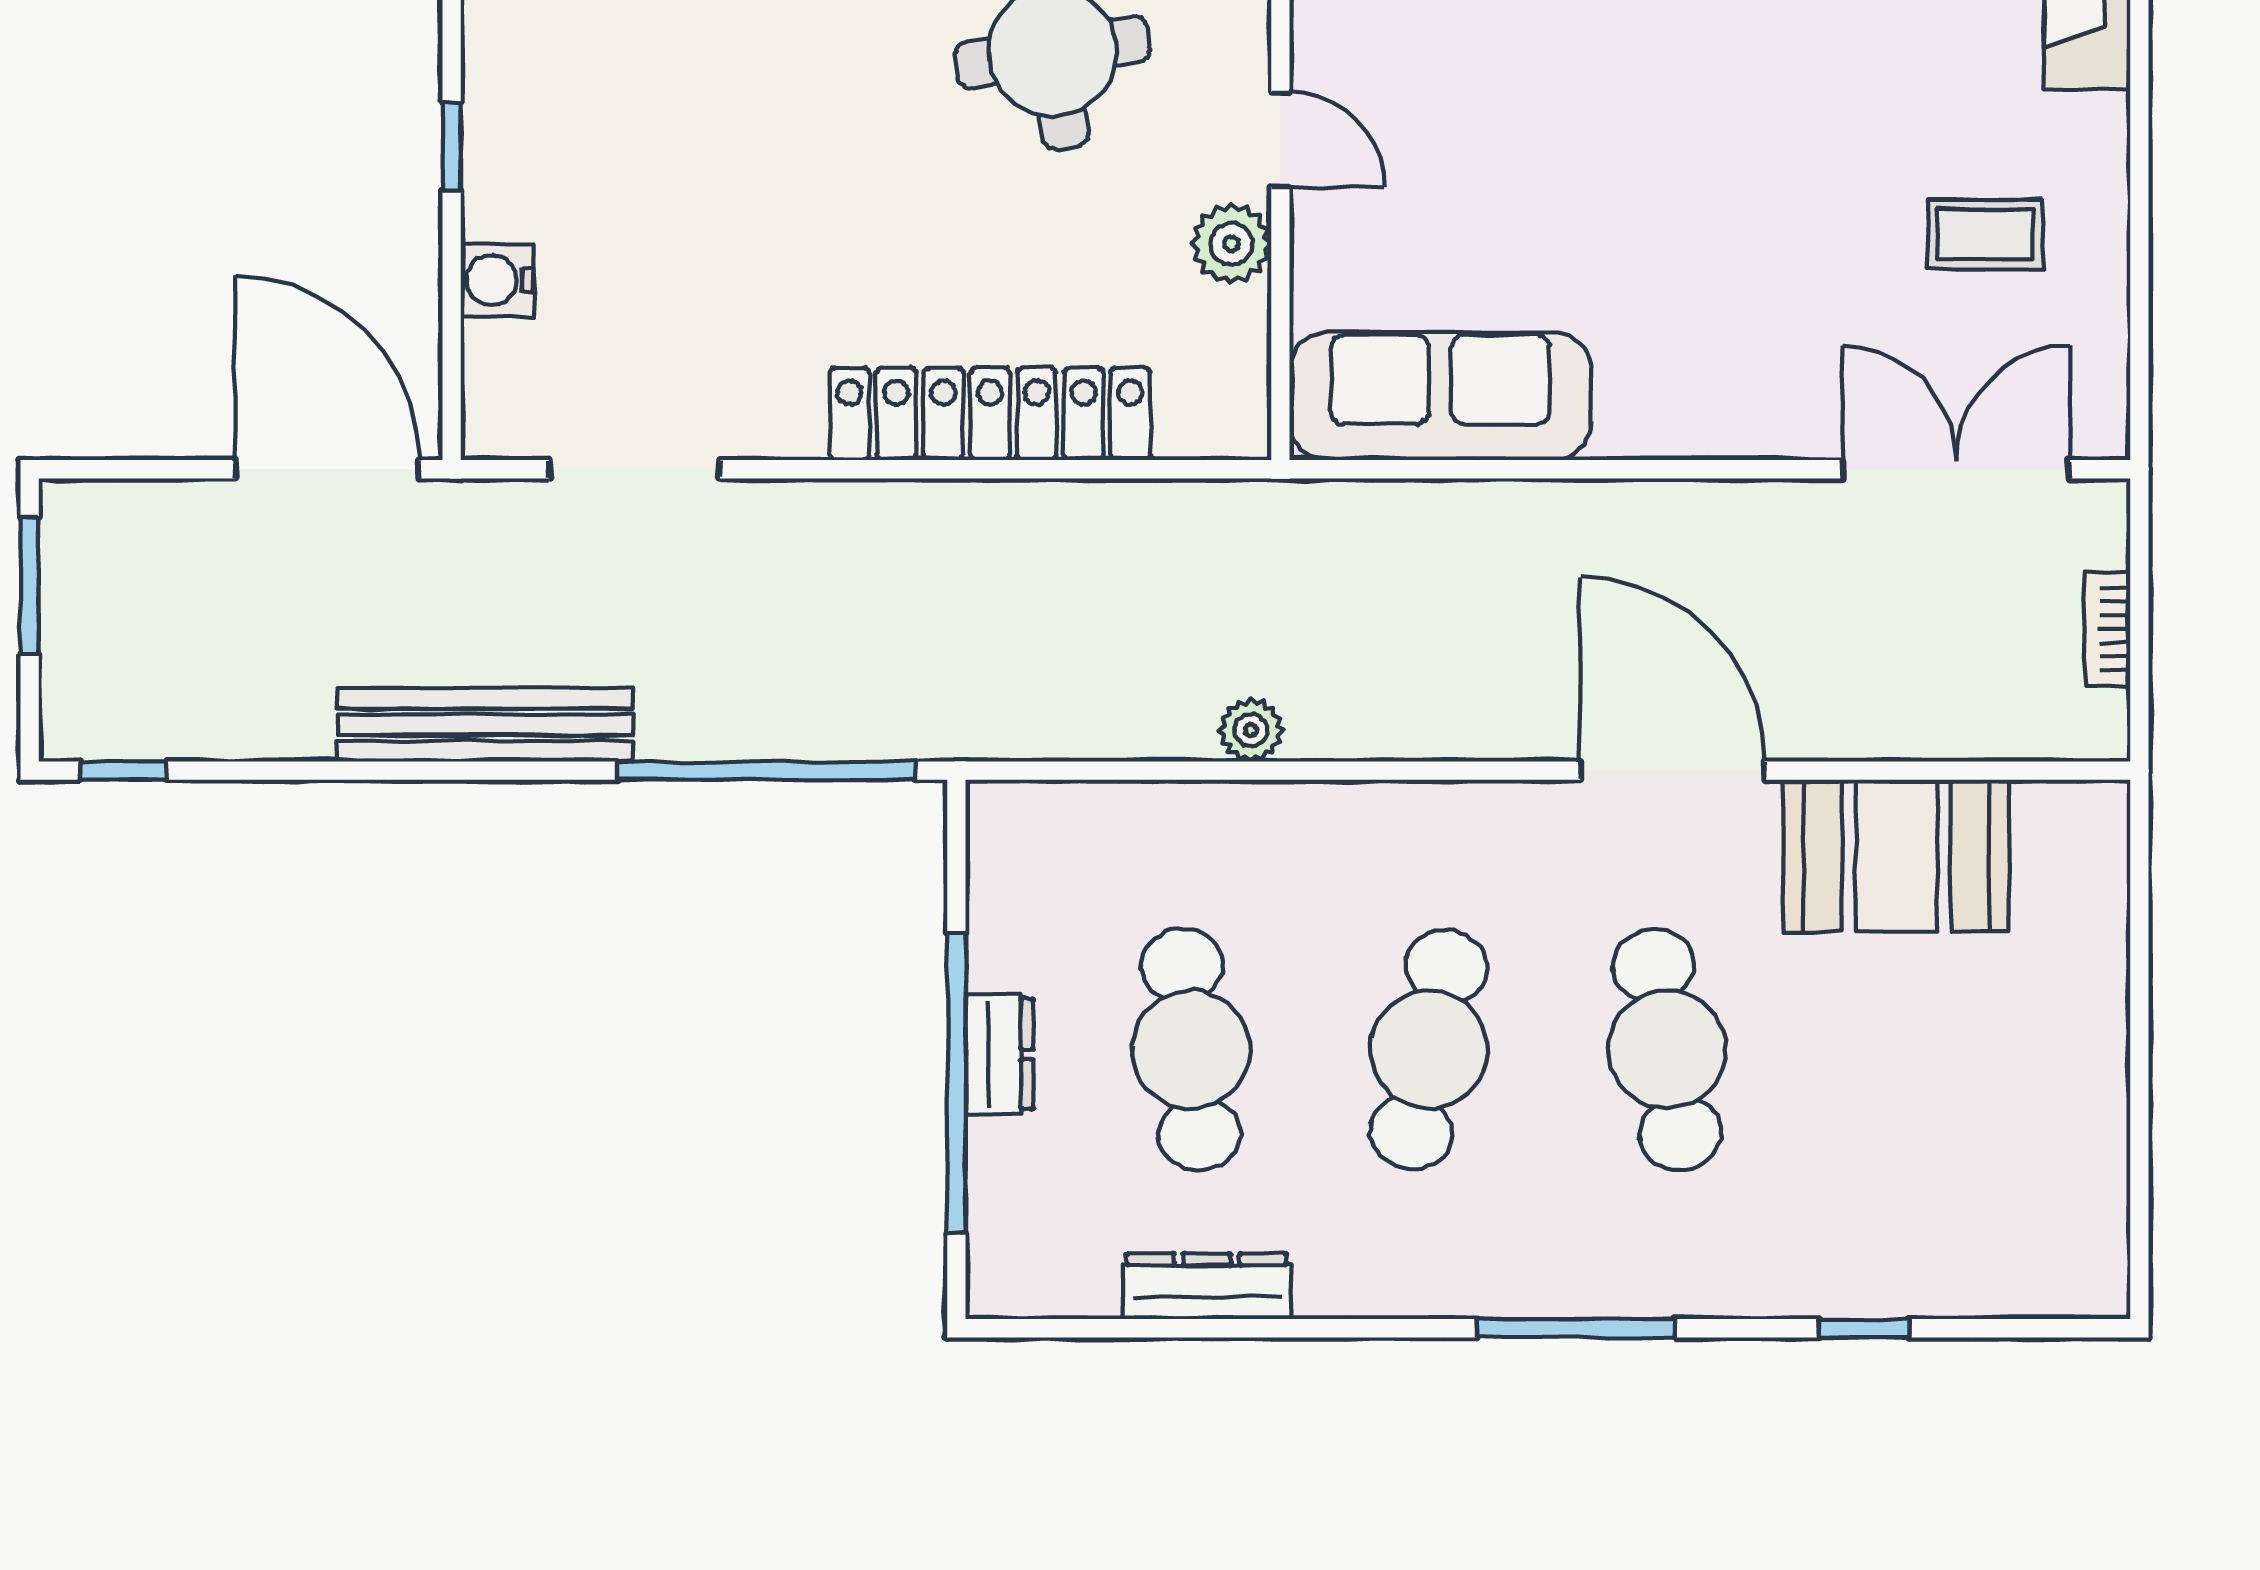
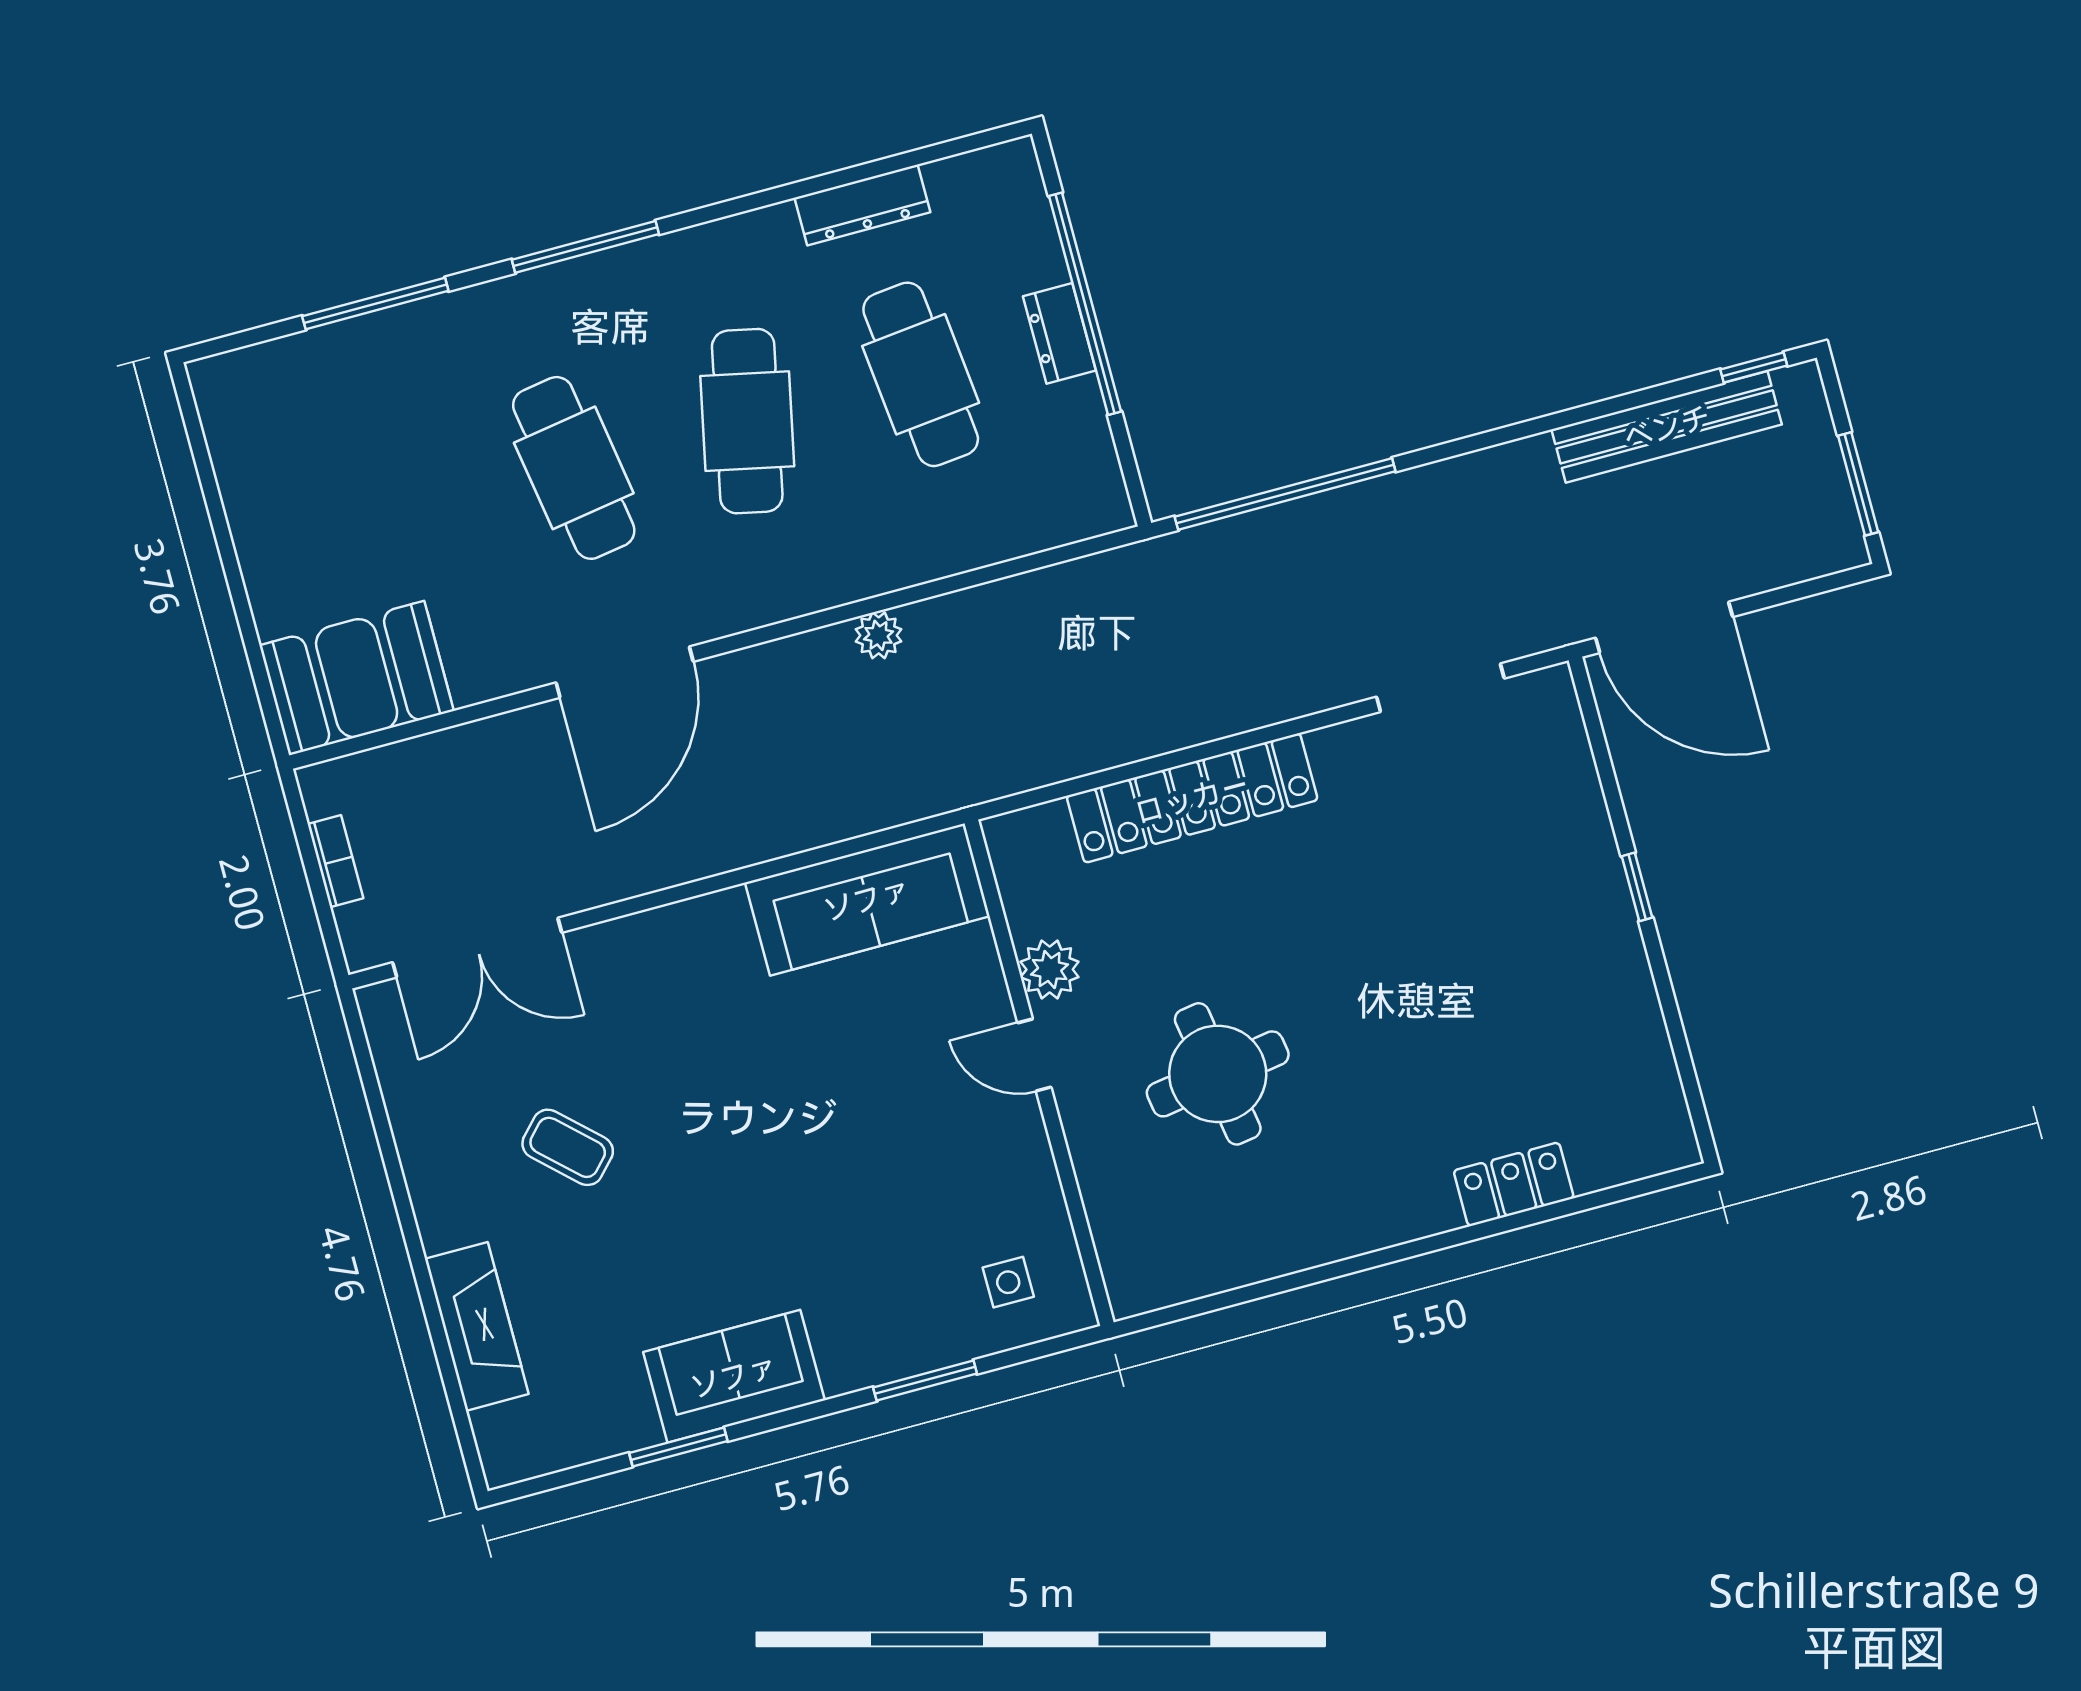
coffee table: (1985, 234) -> (568, 1147), moved, turned 43
water cooler: (497, 280) -> (1577, 799), removed
bench: (486, 725) -> (1667, 427), moved
plant: (1251, 730) -> (879, 635), moved
door: (1672, 771) -> (625, 672), hinge flipped
booth: (1896, 856) -> (357, 678), moved
window: (1864, 1328) -> (375, 304), width x2.17

